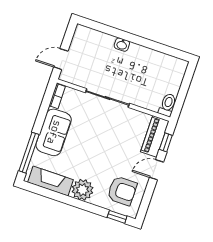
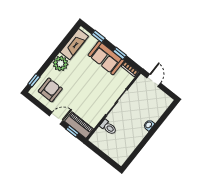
toilet: (168, 105) -> (108, 127), moved
window: (41, 117) -> (120, 53), added
window: (29, 153) -> (98, 36), width x0.46
door: (156, 170) -> (56, 118), hinge flipped
armchair: (122, 191) -> (50, 90), turned 180

